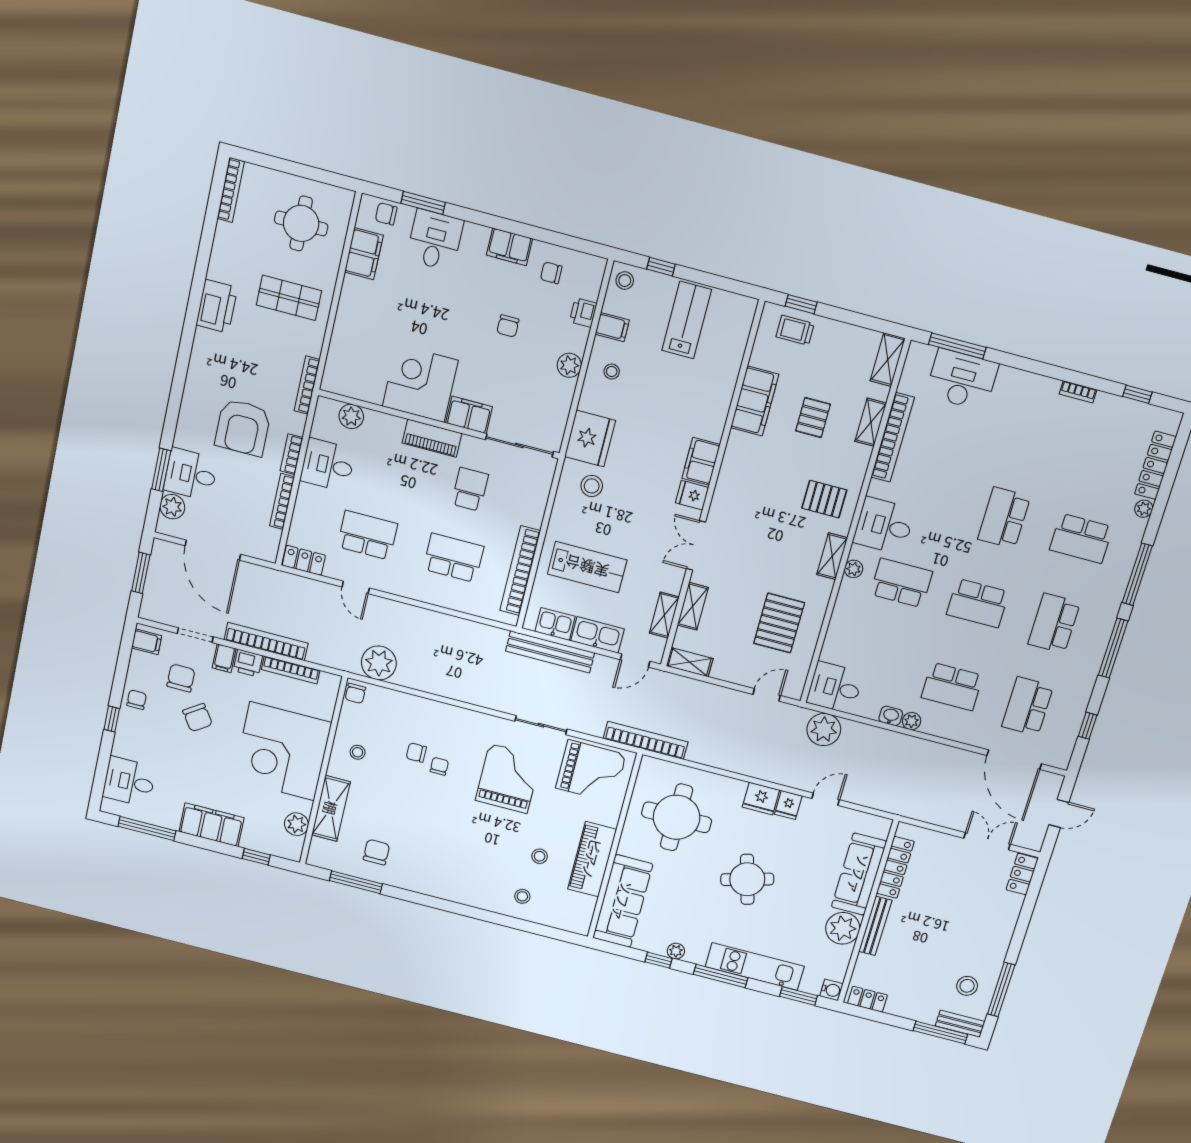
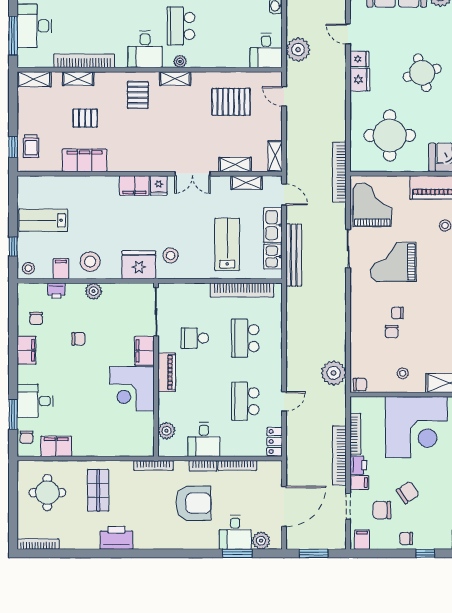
stool: (612, 371) -> (90, 262), width x1.89, depth x1.89

